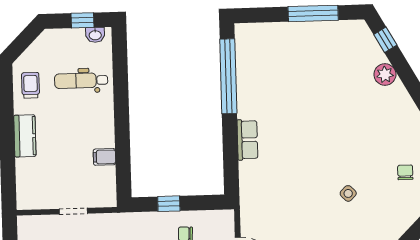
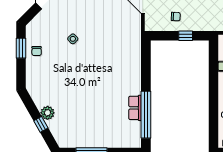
window: (385, 40) -> (41, 124), moved
row of seats: (247, 140) -> (135, 108), moved

